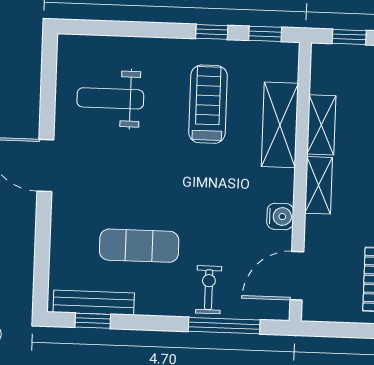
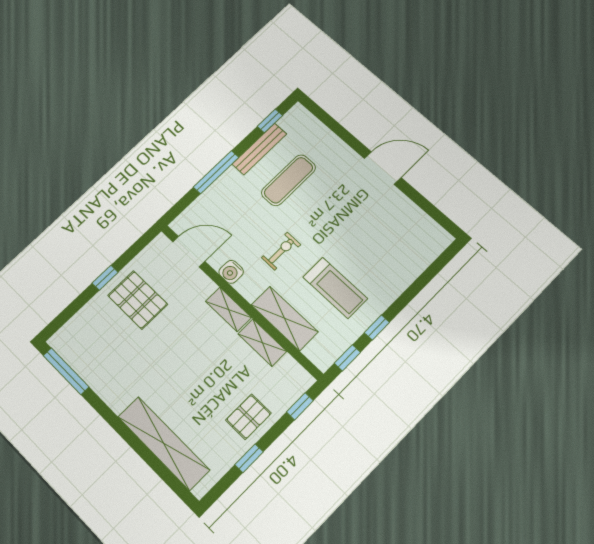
weight bench: (110, 98) -> (389, 236), removed
door: (297, 276) -> (189, 252), hinge flipped
exercise bike: (209, 290) -> (281, 251), moved, turned -90
bench: (94, 303) -> (259, 149), moved
window: (224, 326) -> (216, 172), moved

